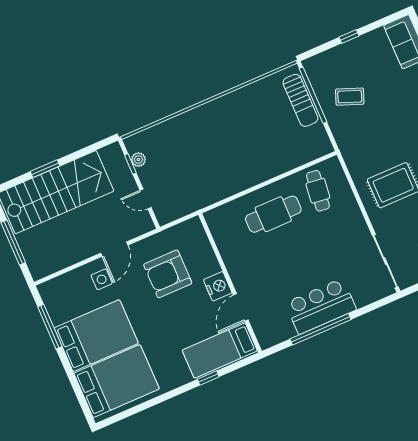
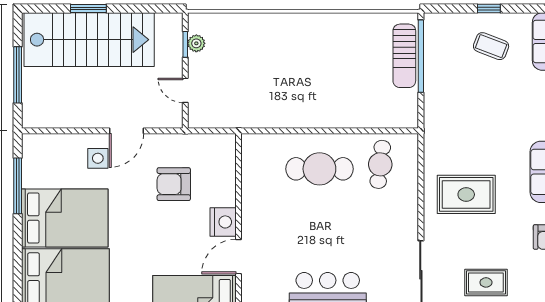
coffee table: (350, 97) -> (491, 46), moved
armchair: (168, 274) -> (174, 184), width x0.73, depth x0.73

